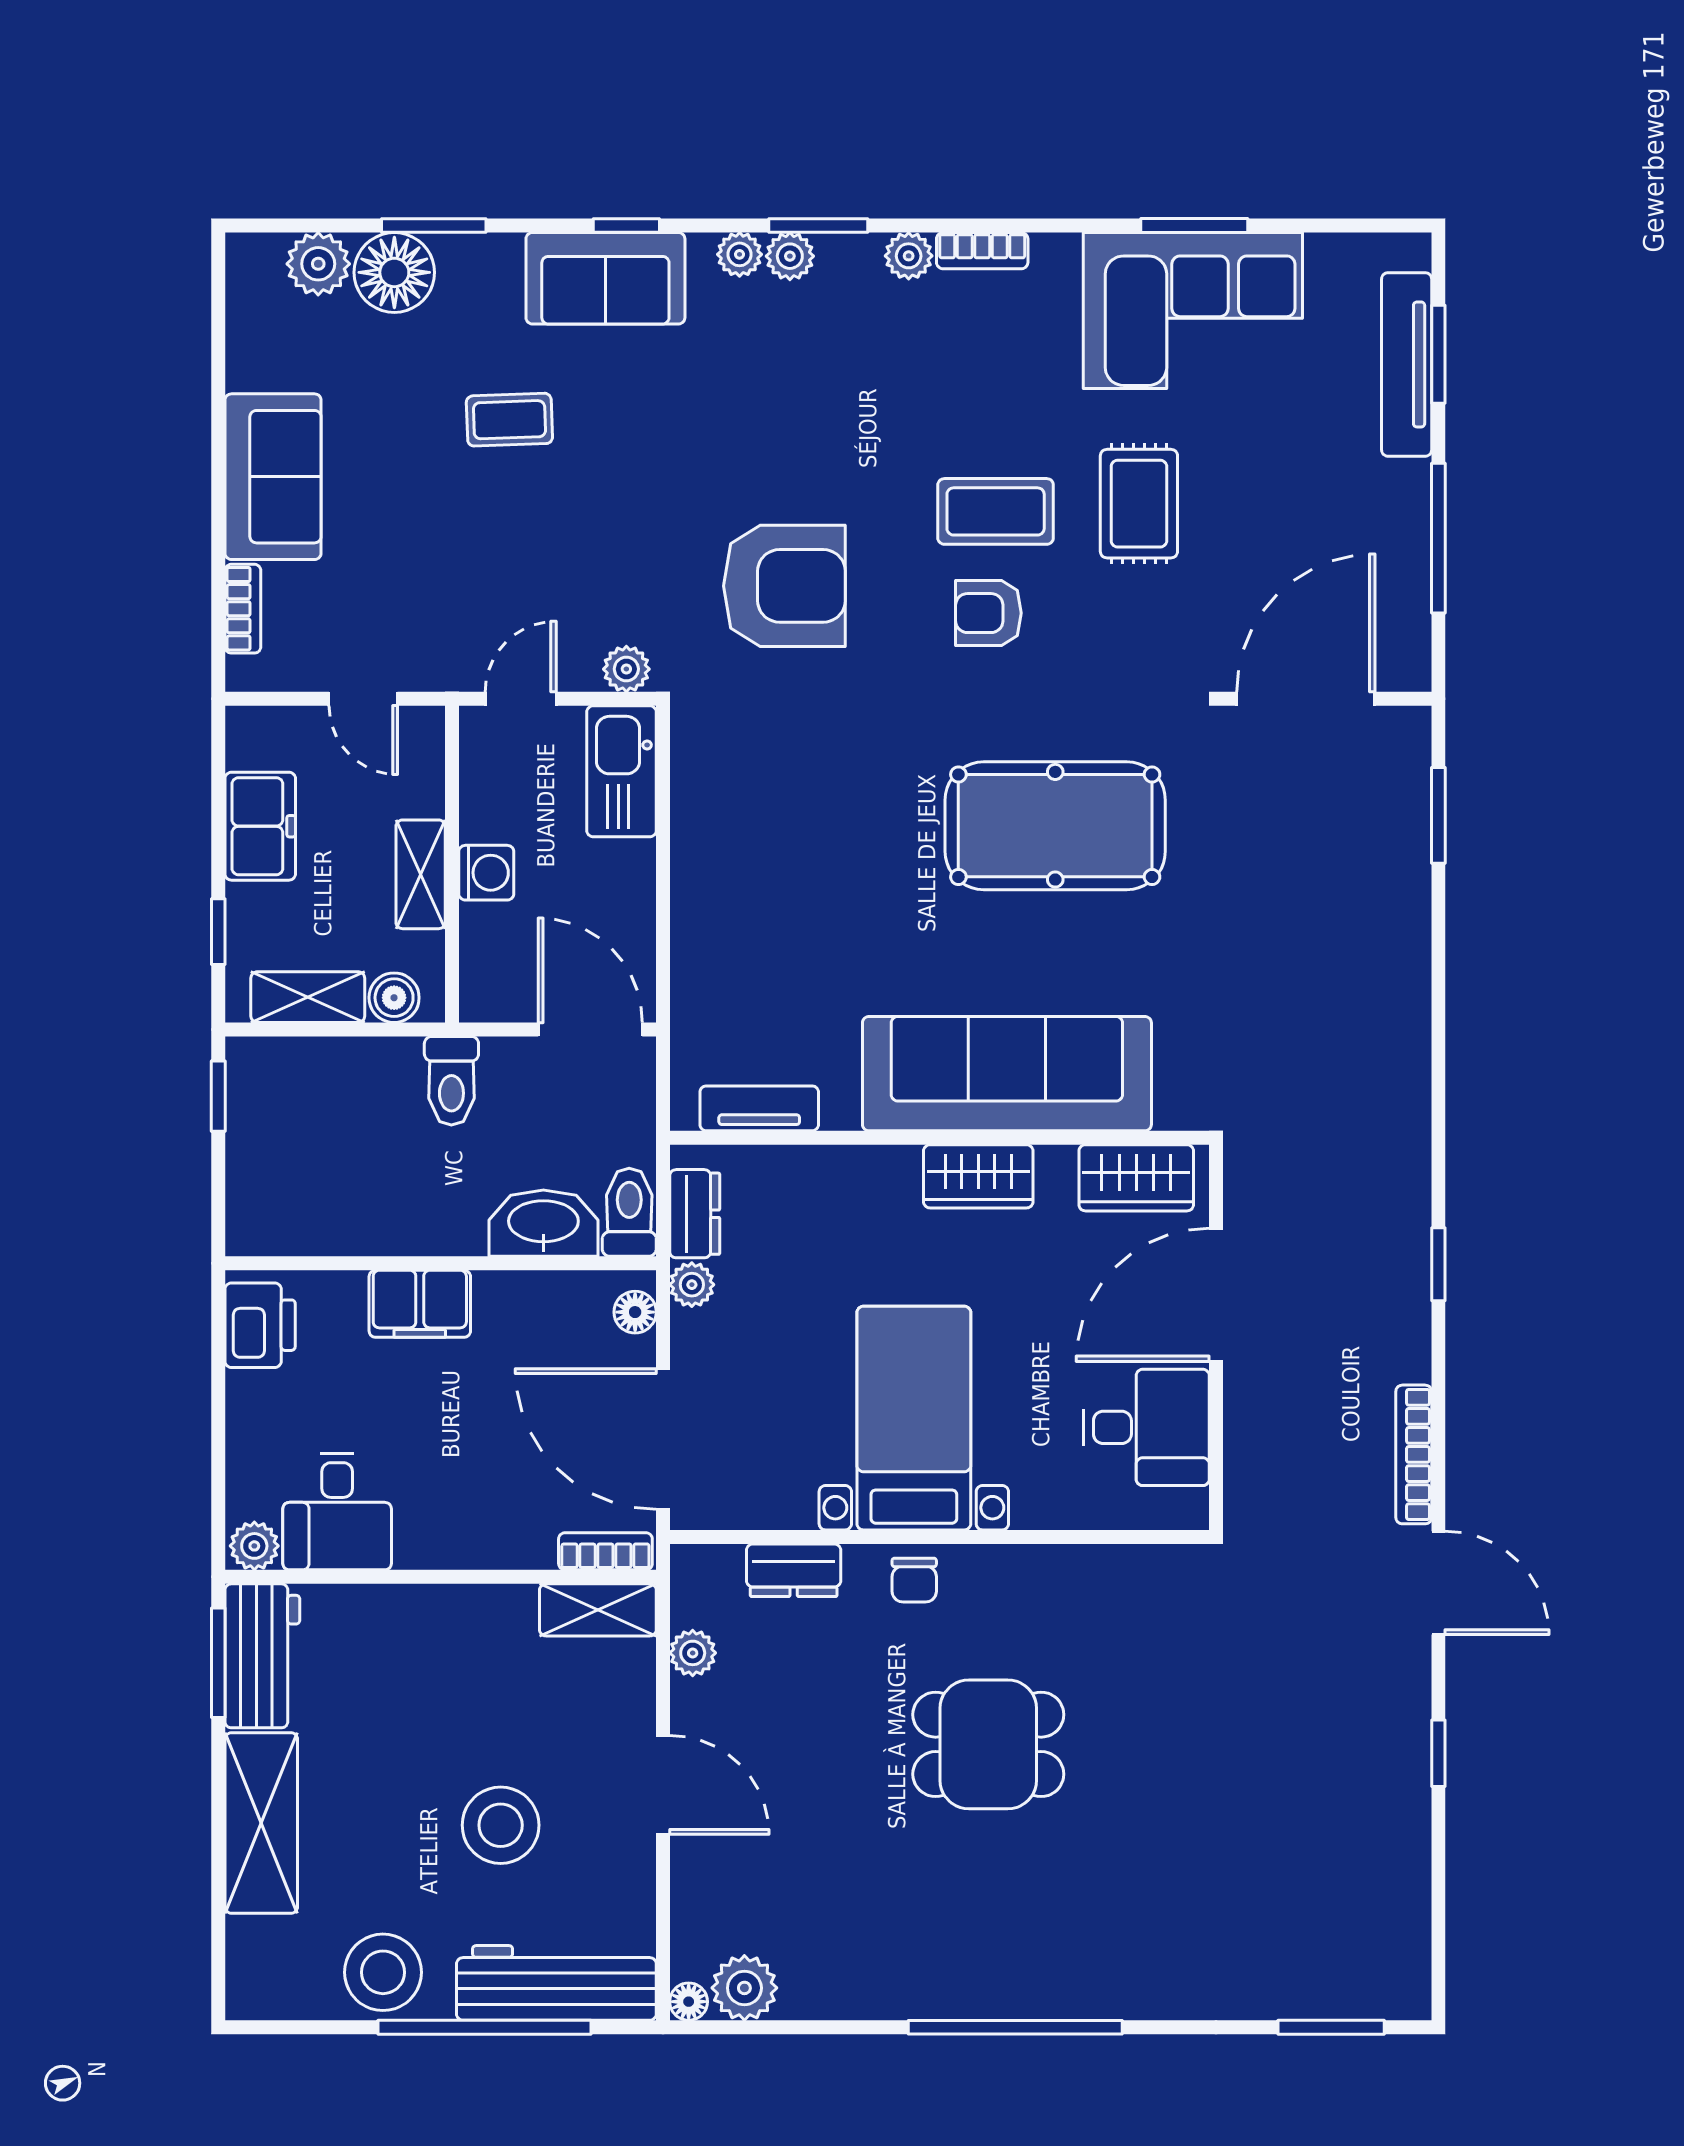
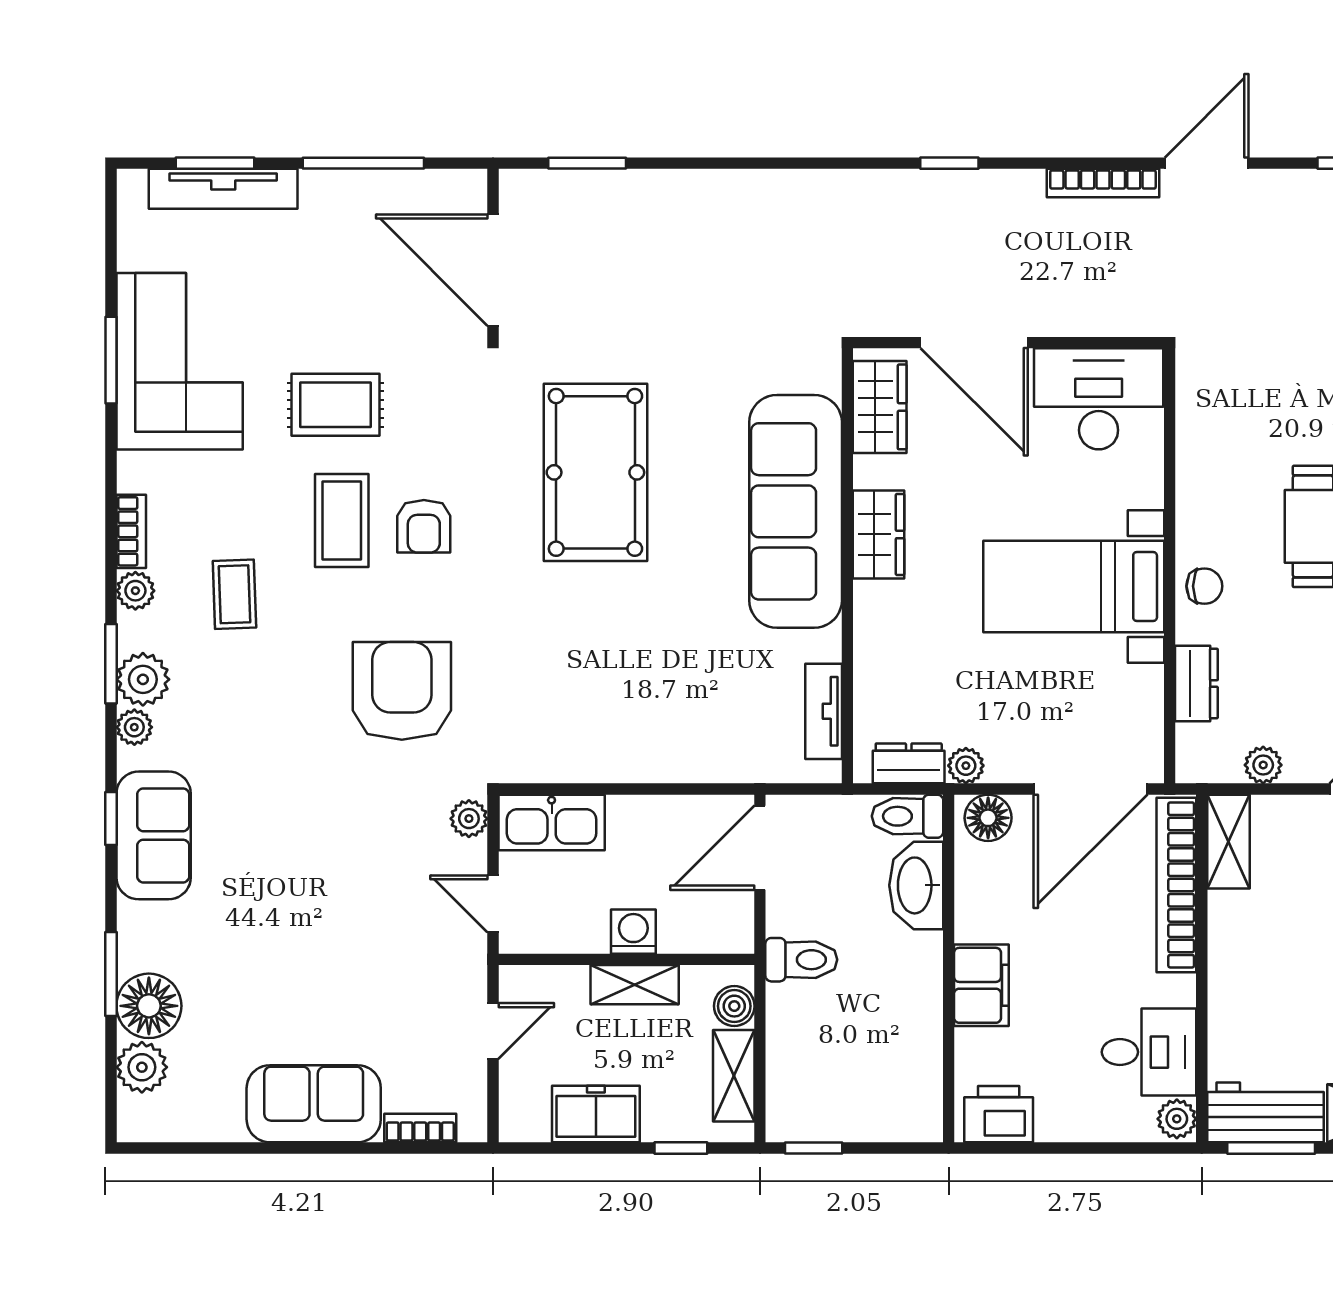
plant: (790, 256) -> (143, 679), width x1.38, depth x1.38
coffee table: (509, 420) -> (234, 594), moved
floor lamp: (635, 1312) -> (988, 818), width x1.37, depth x1.37
desk: (1146, 1427) -> (1099, 399), width x1.37
bookcase: (605, 1551) -> (1176, 885), width x2.31, depth x1.31

